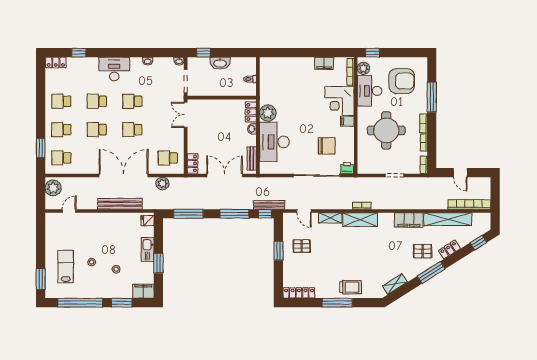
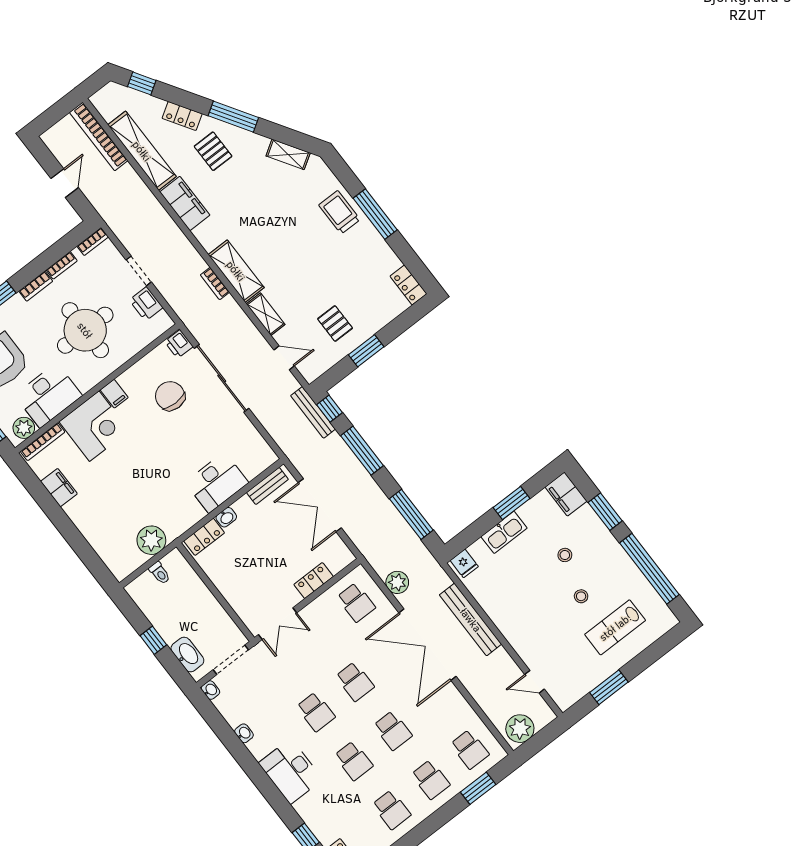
window: (203, 53) -> (153, 640), moved
washbasin: (220, 63) -> (187, 654), moved
plant: (268, 113) -> (151, 540), moved
desk: (274, 142) -> (217, 483), width x0.73, depth x0.77
locker: (193, 163) -> (314, 581), moved
printer: (377, 167) -> (146, 304), added
door: (304, 211) -> (284, 358), hinge flipped
window: (41, 279) -> (609, 687), moved
locker: (299, 293) -> (408, 285), width x0.66

